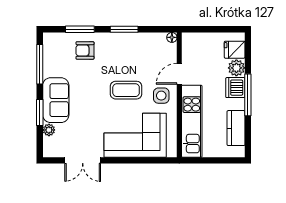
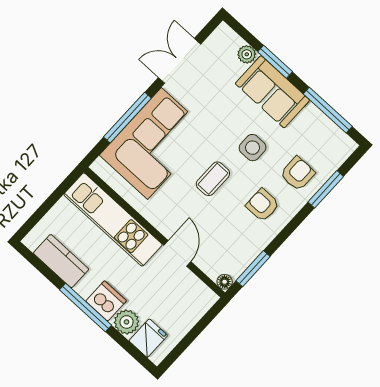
window: (124, 29) -> (253, 269), moved
armchair: (116, 53) -> (263, 205), added
coffee table: (126, 90) -> (213, 179), width x0.73, depth x0.77
side table: (161, 96) -> (253, 148), moved
window: (135, 160) -> (127, 118), added

